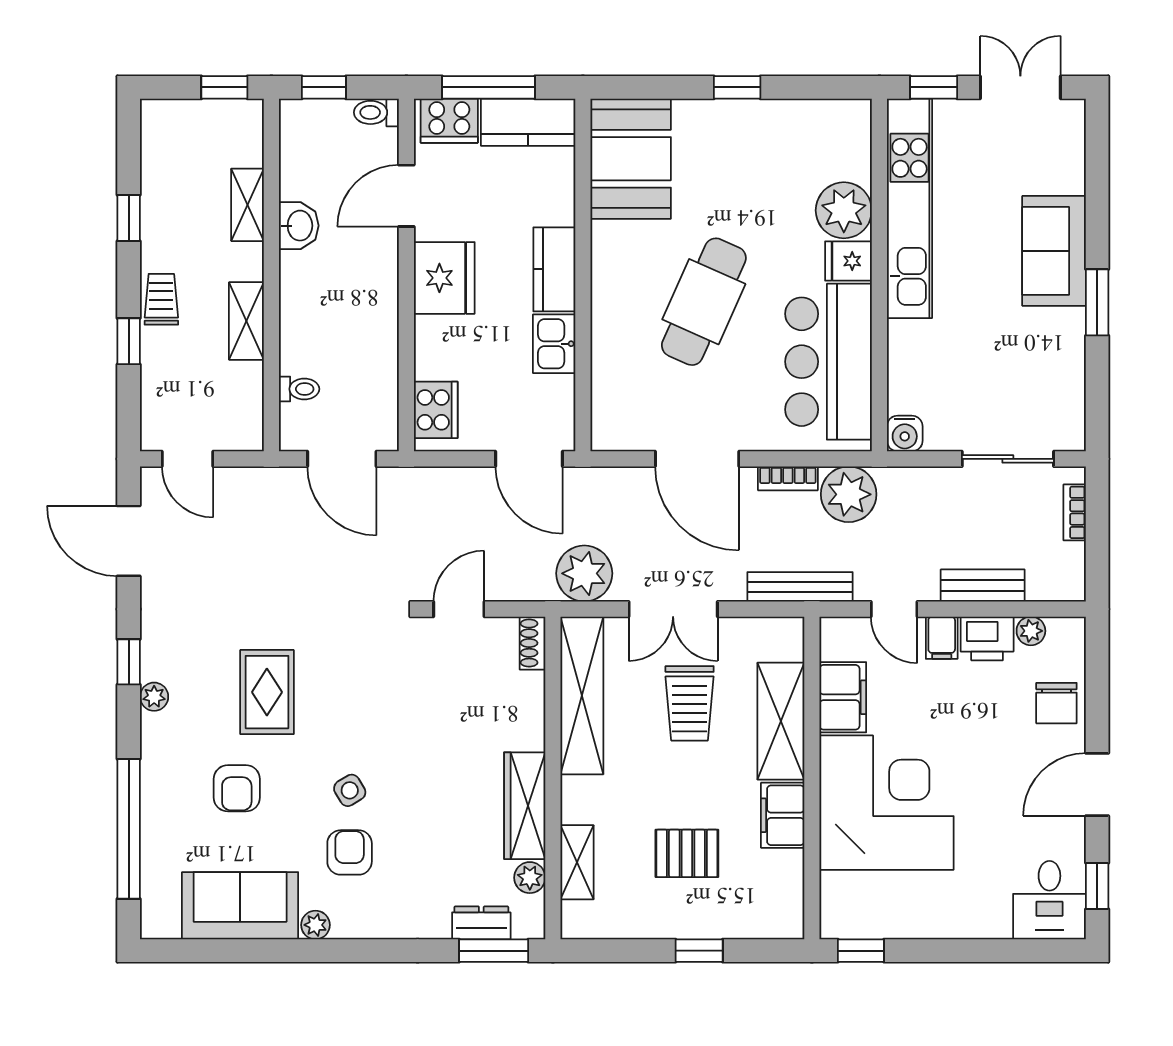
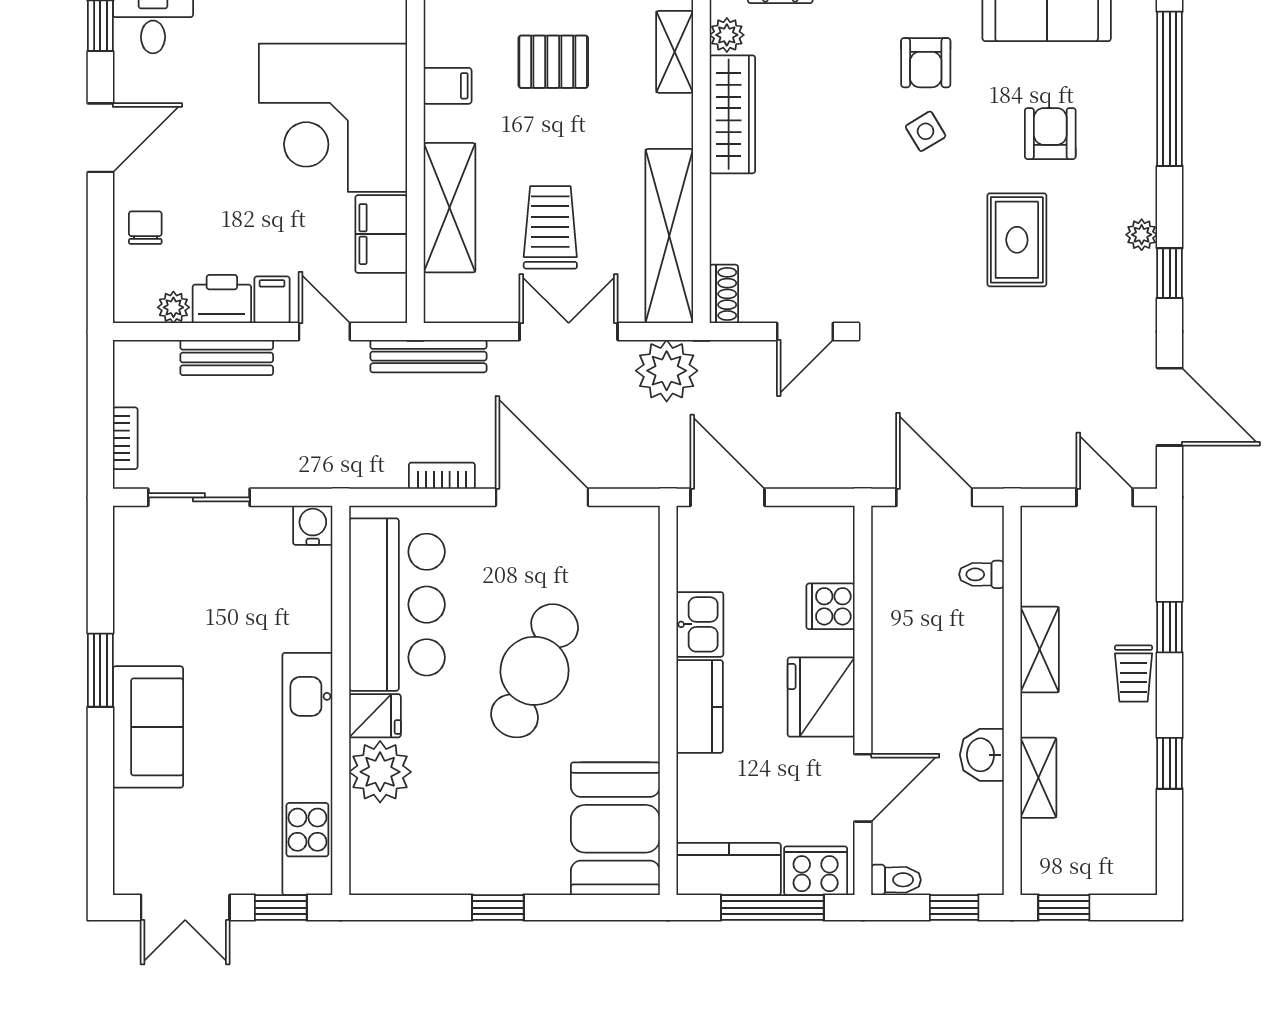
cooker: (436, 410) -> (831, 606), moved, width x0.73
plant: (849, 494) -> (375, 458), removed
chair: (1056, 703) -> (145, 228), width x0.73, depth x0.73
filing cabinet: (783, 815) -> (448, 86), width x0.50

